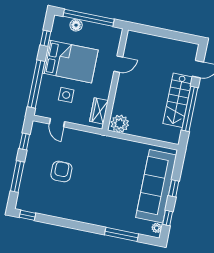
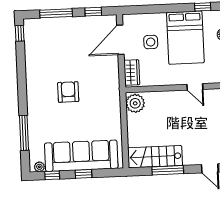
window: (36, 84) -> (154, 9), removed
stairs: (178, 100) -> (155, 157), moved
window: (190, 109) -> (168, 170), width x0.68
wardrobe: (99, 111) -> (132, 73), moved, turned 90
door: (57, 123) -> (120, 40), width x1.87
armchair: (61, 172) -> (68, 92), moved, turned -90

